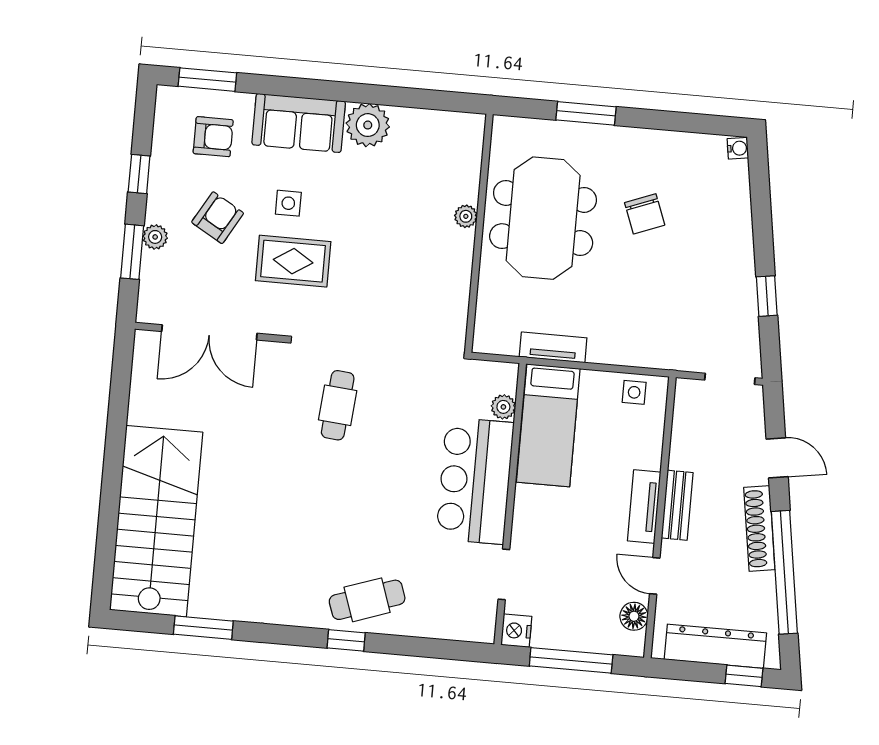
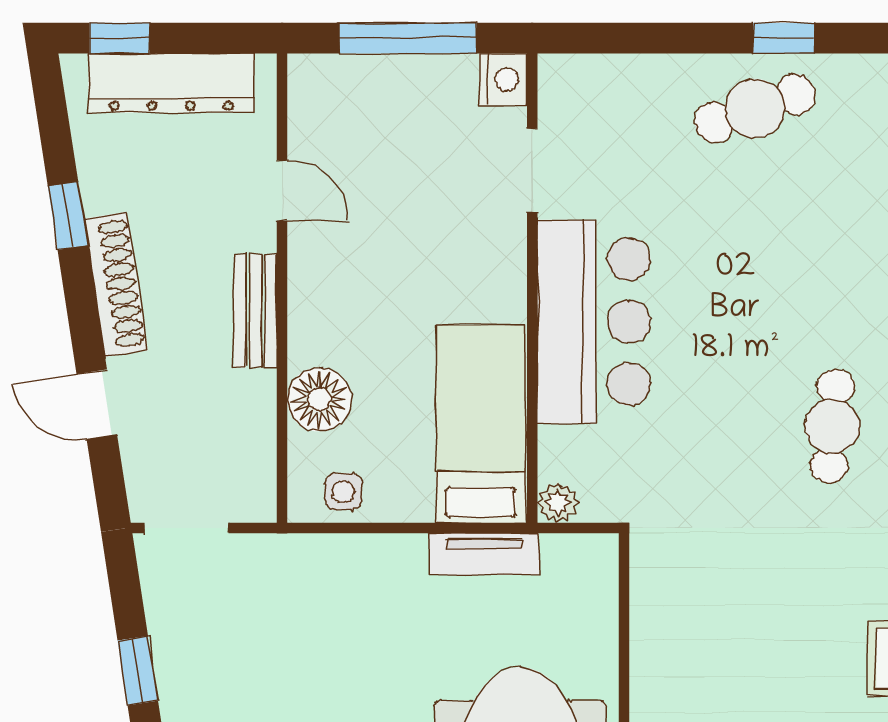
plant: (503, 407) -> (558, 502), moved
tv unit: (644, 506) -> (310, 304), removed
window: (784, 572) -> (68, 216), width x0.32
floor lamp: (634, 616) -> (319, 399), moved, width x1.38, depth x1.38

